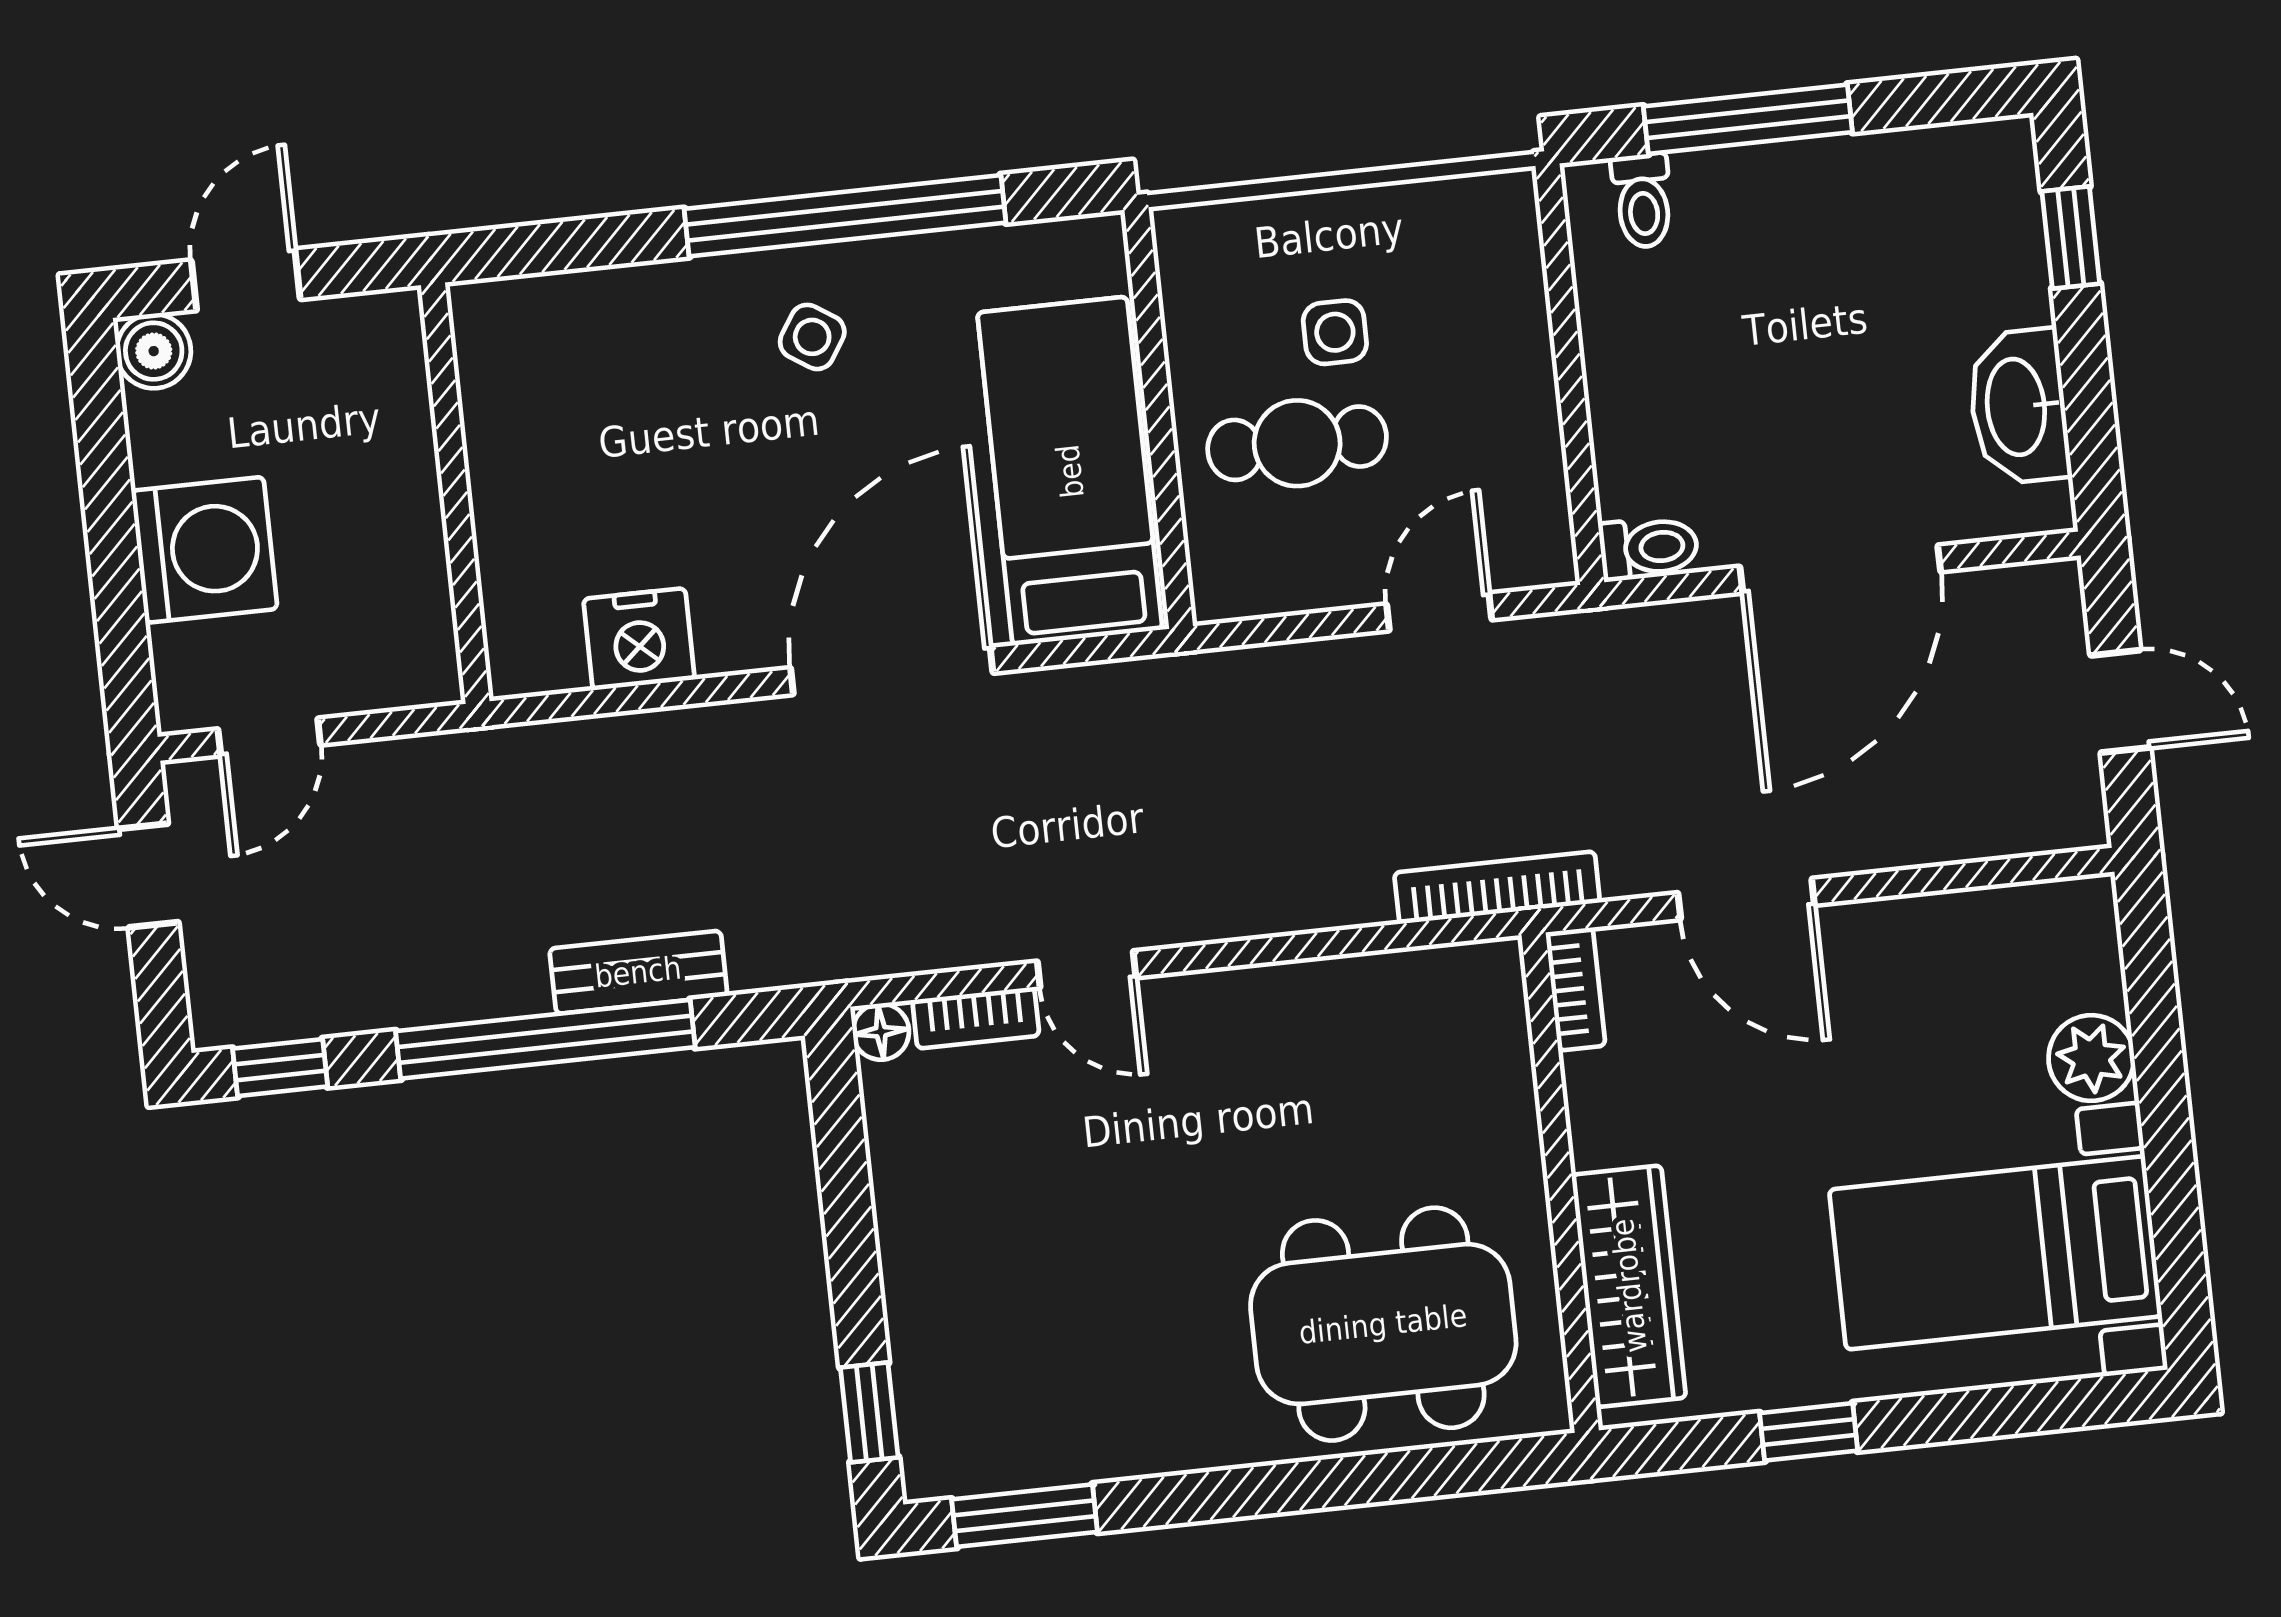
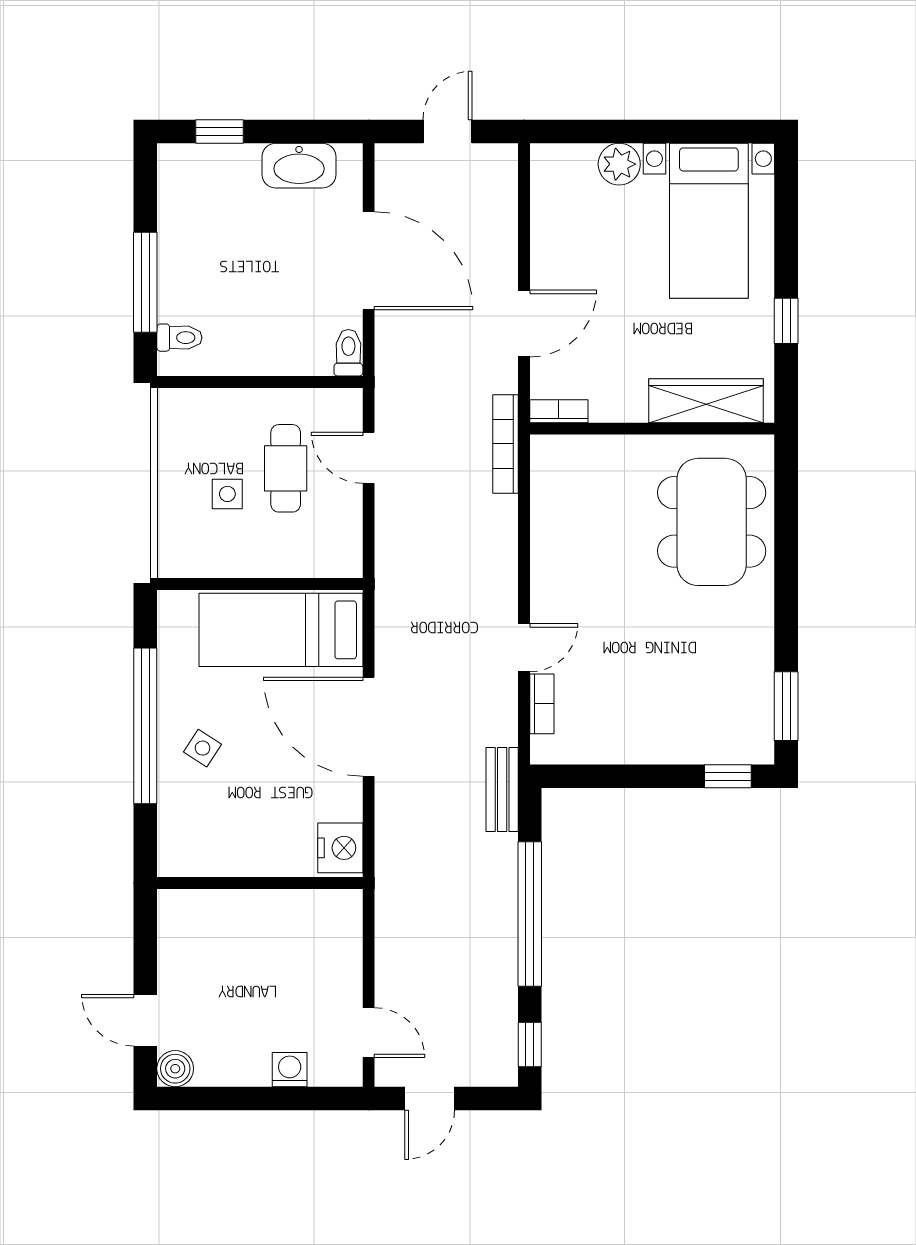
cafe table: (1297, 443) -> (286, 468), moved
wall: (455, 493) -> (260, 883), moved
washing machine: (204, 550) -> (290, 1070), width x0.53, depth x0.53
bench: (638, 972) -> (502, 789), moved
floor lamp: (881, 1032) -> (544, 751), removed

